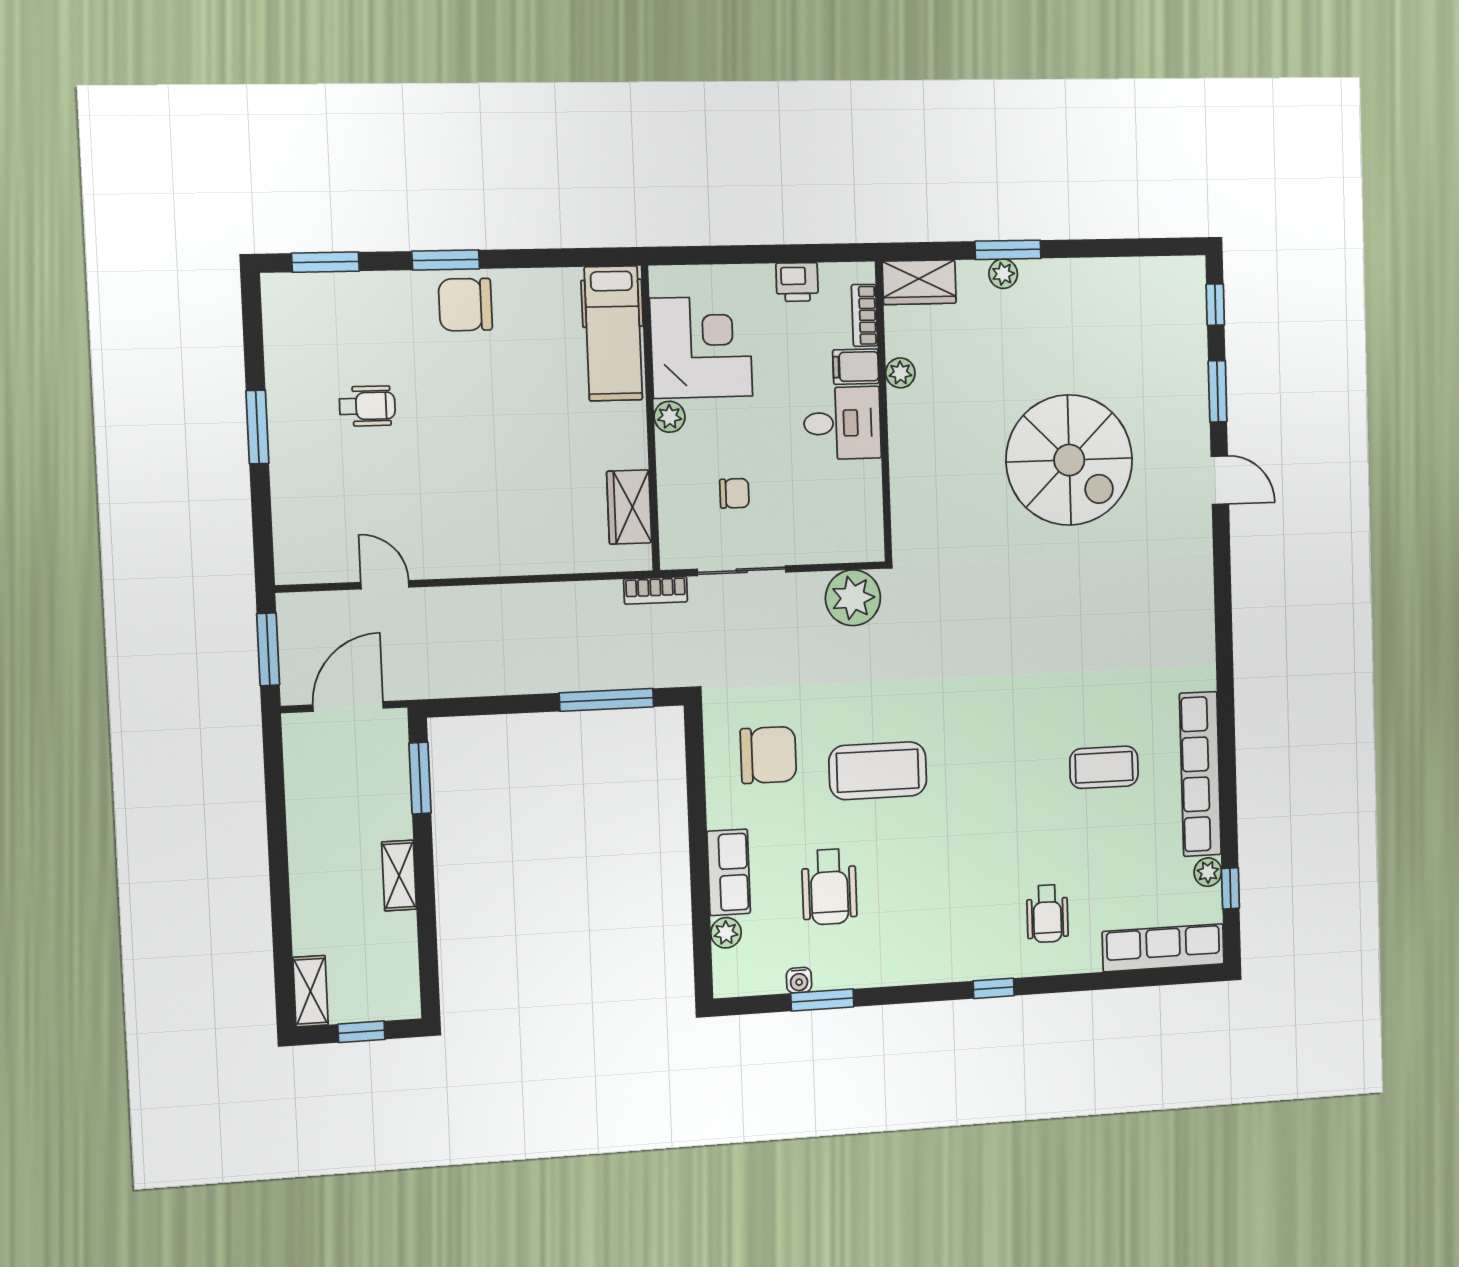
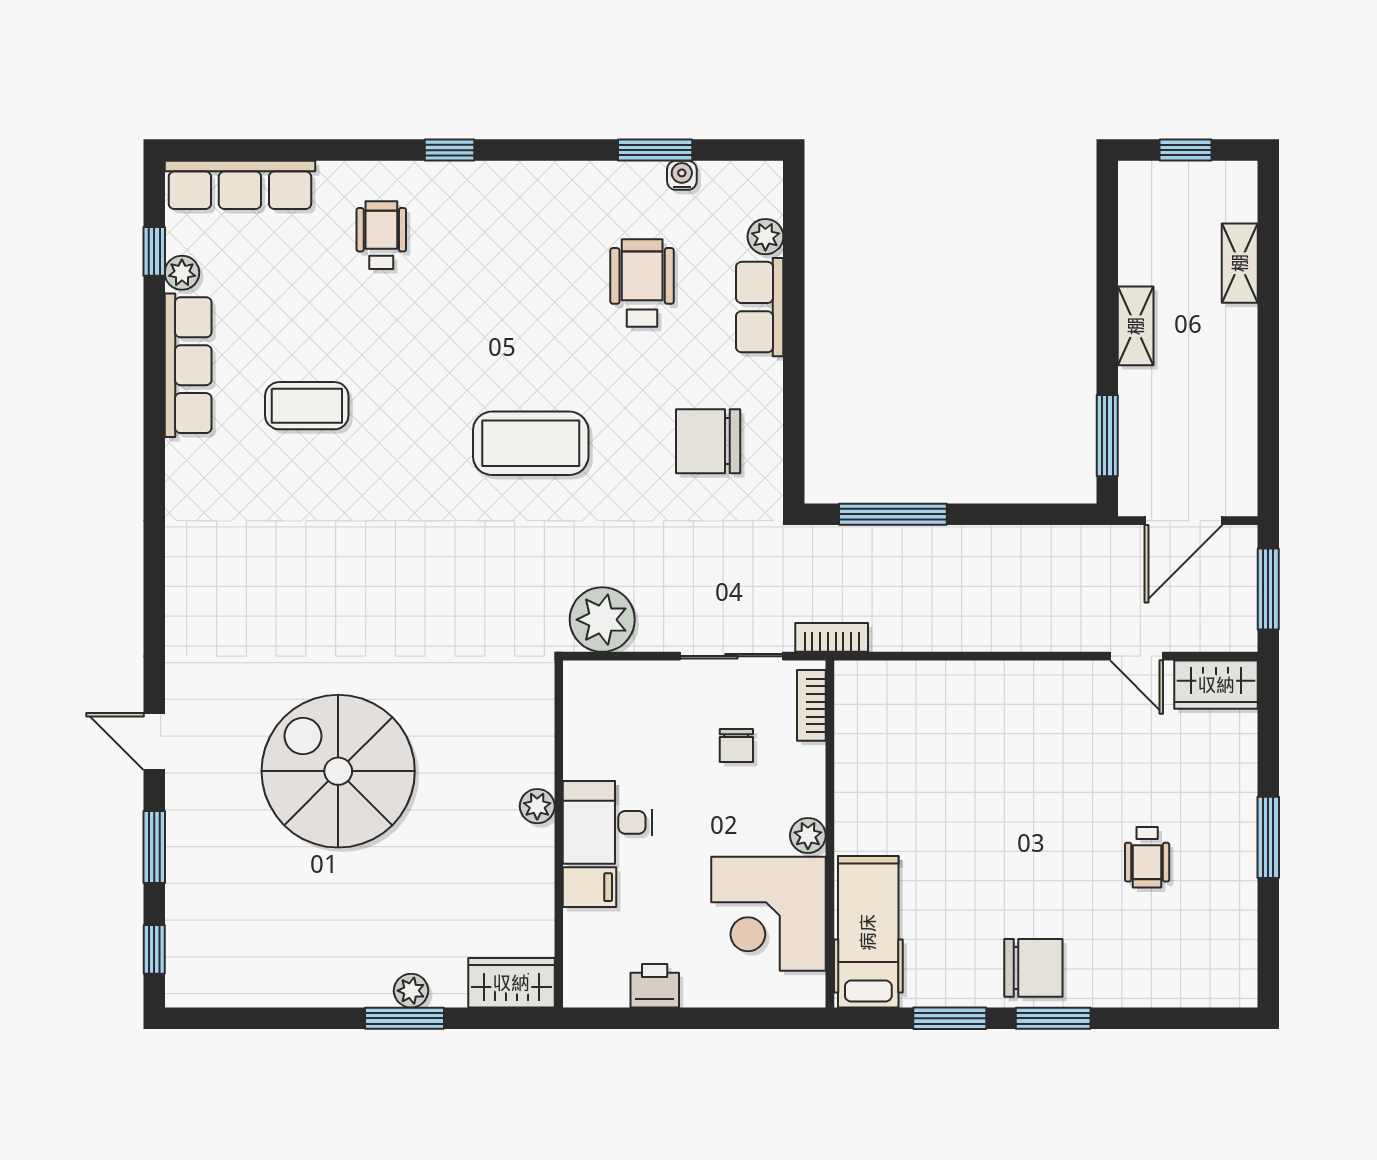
window: (325, 262) -> (950, 1018), moved
bookcase: (864, 315) -> (811, 705), moved, turned 180
plant: (900, 373) -> (537, 806), moved
wheelchair: (367, 406) -> (1147, 857), turned -90
chair: (734, 493) -> (736, 746), turned -90
wardrobe: (629, 507) -> (1216, 685), moved, turned 90
coffee table: (878, 771) -> (531, 443), moved
row of seats: (1200, 774) -> (188, 365), width x0.73
shelving: (311, 991) -> (1240, 263), moved

